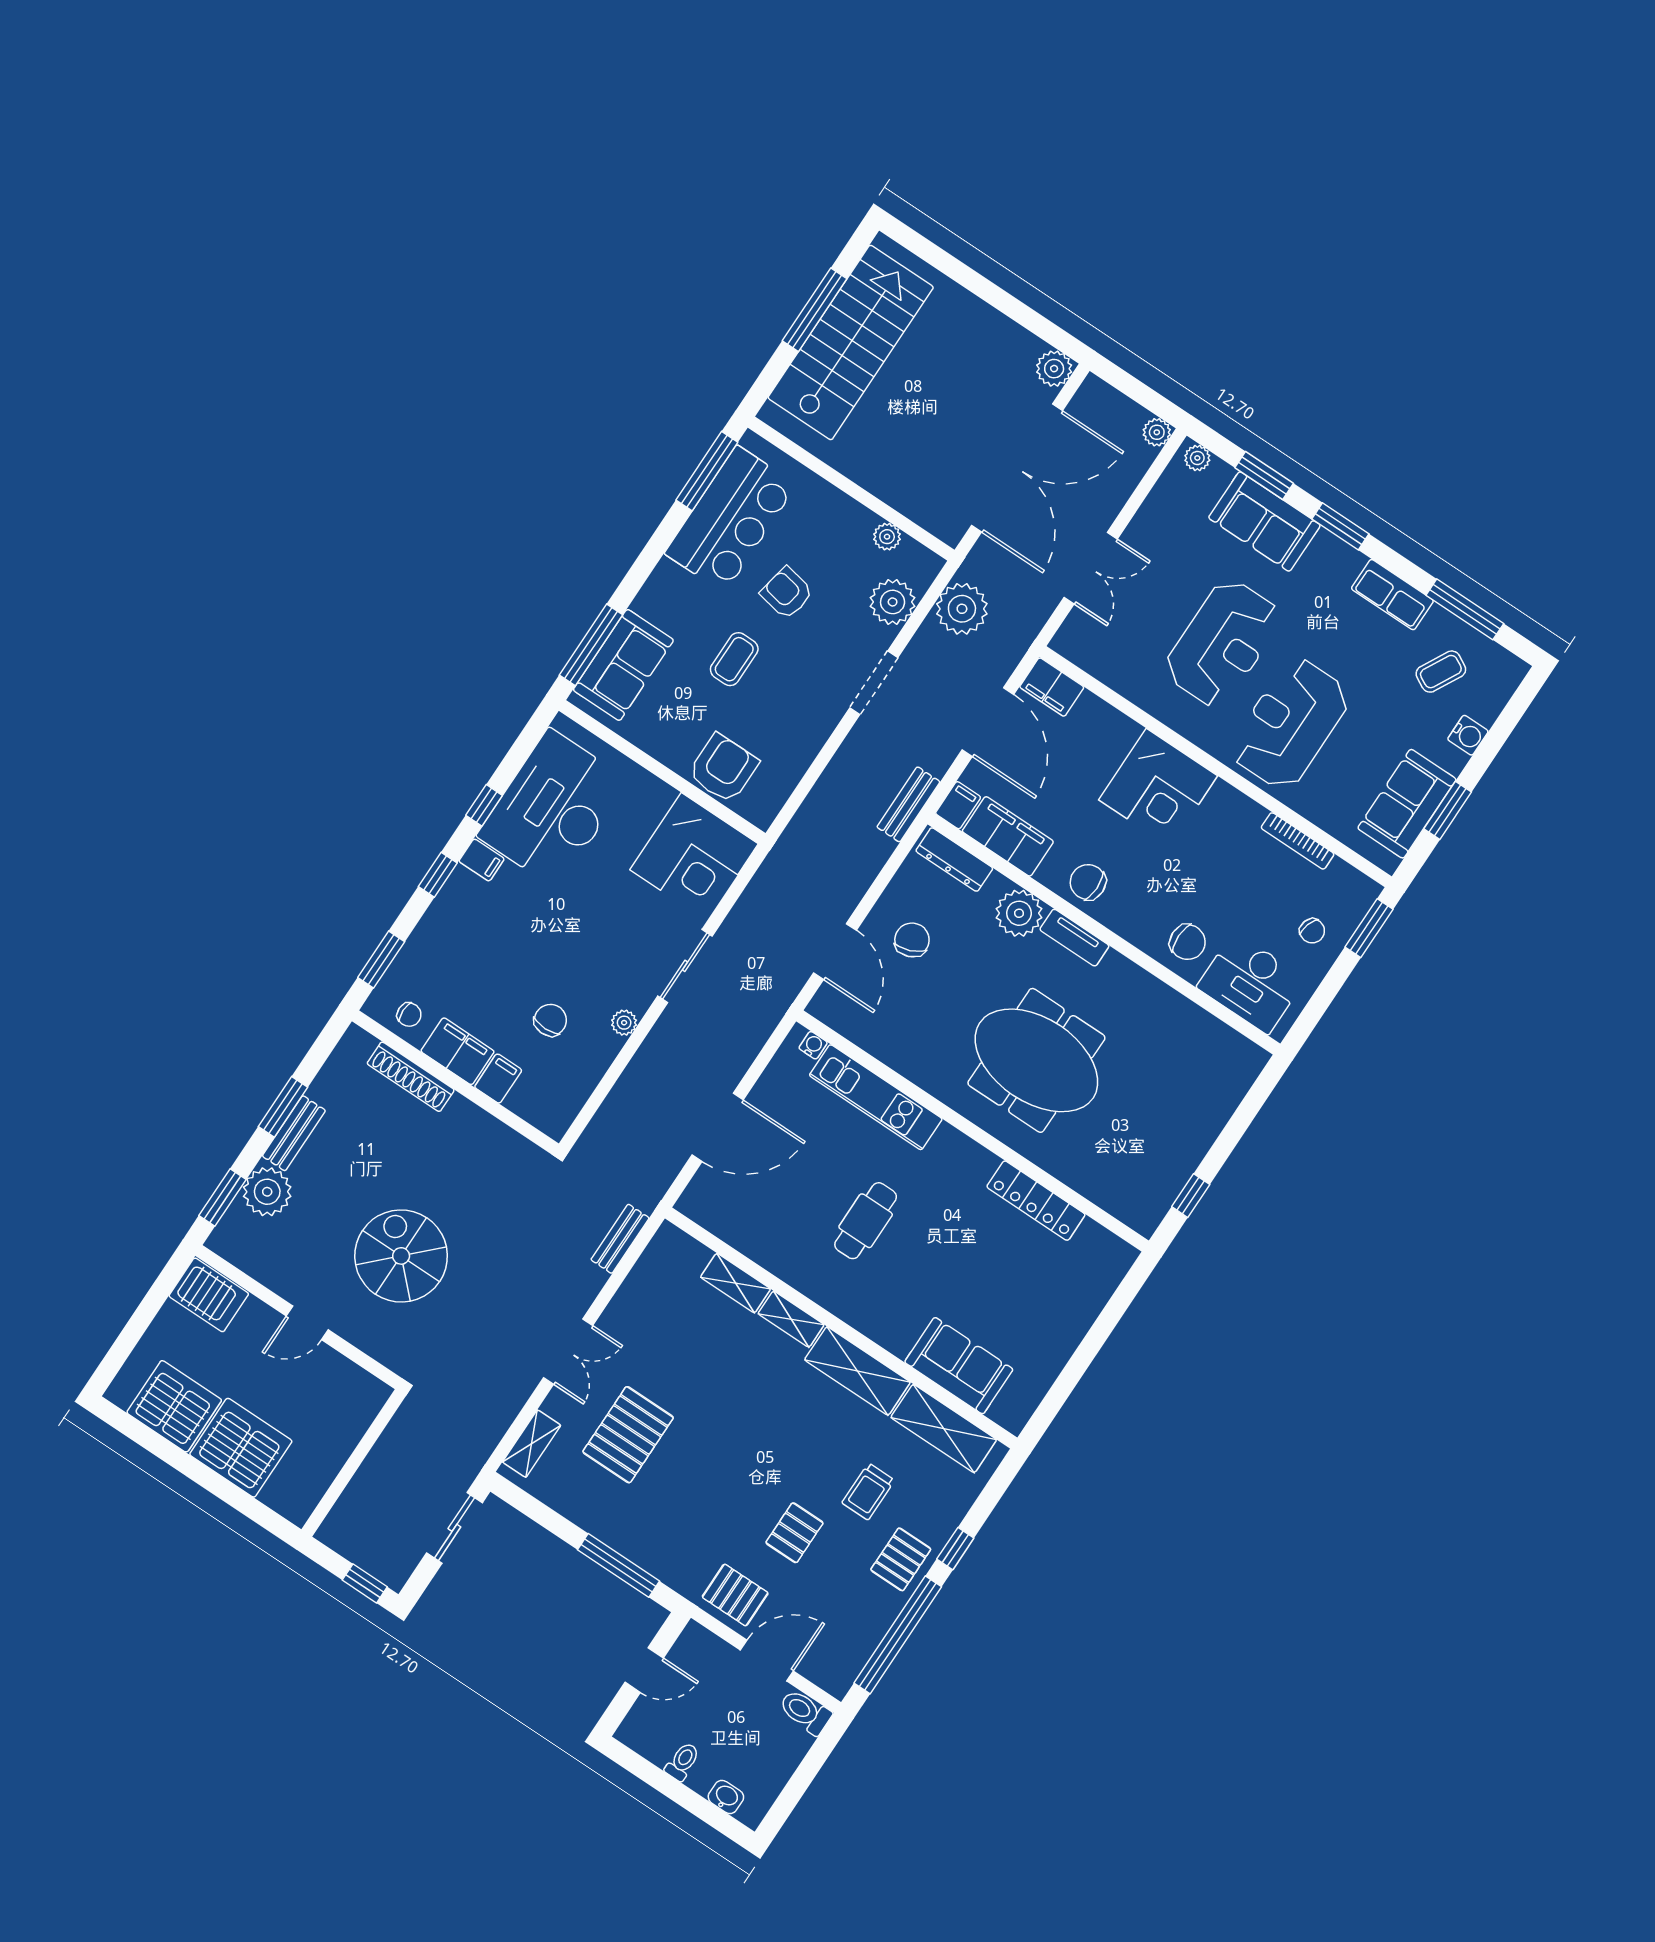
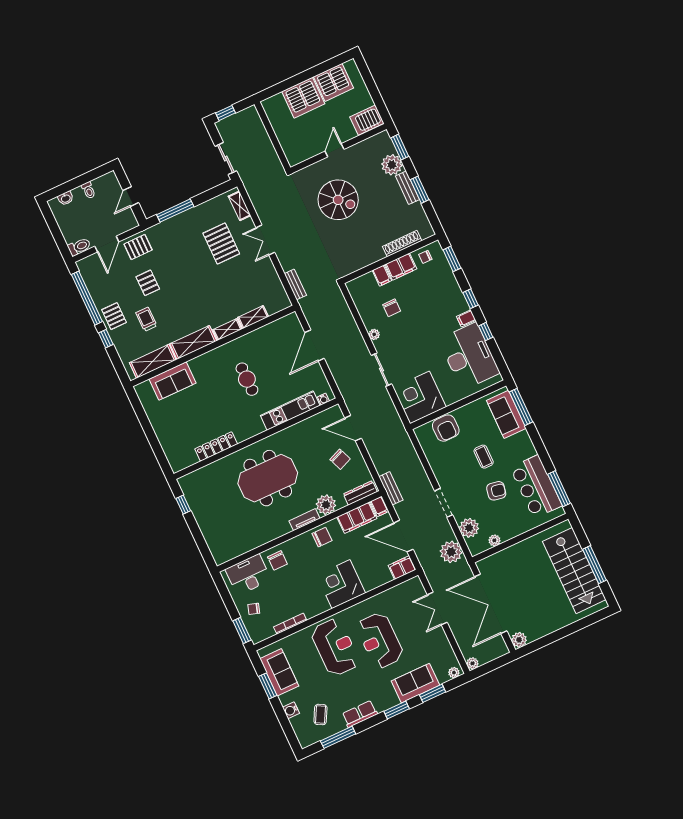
chair: (1188, 942) -> (277, 560), turned -90

